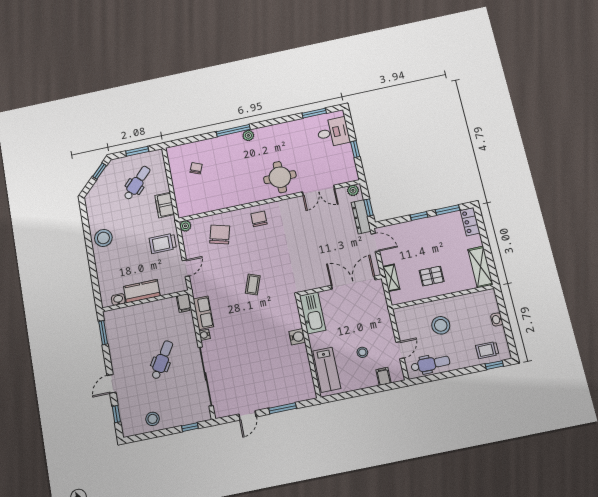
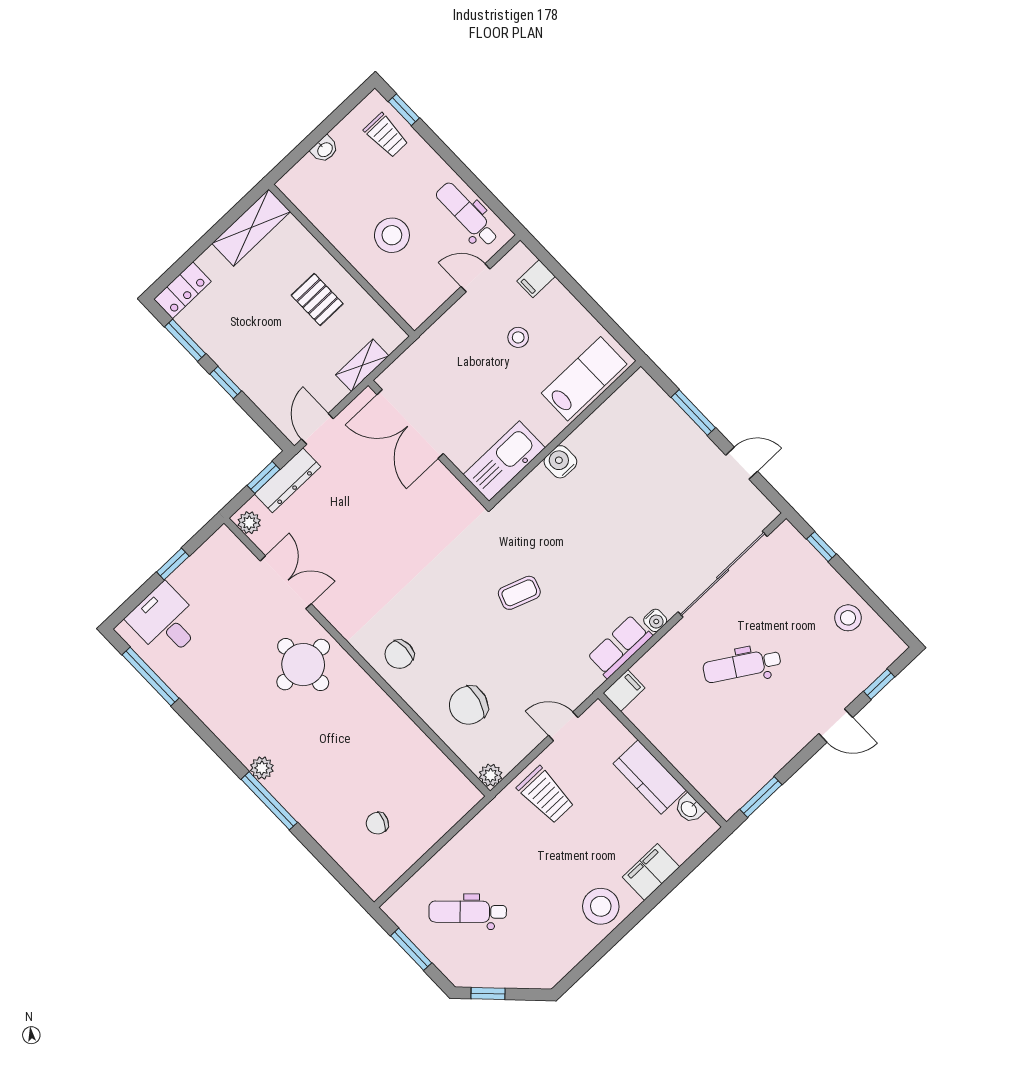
window: (314, 113) -> (150, 677), width x1.44
filing cabinet: (165, 205) -> (651, 872), moved, turned 180

